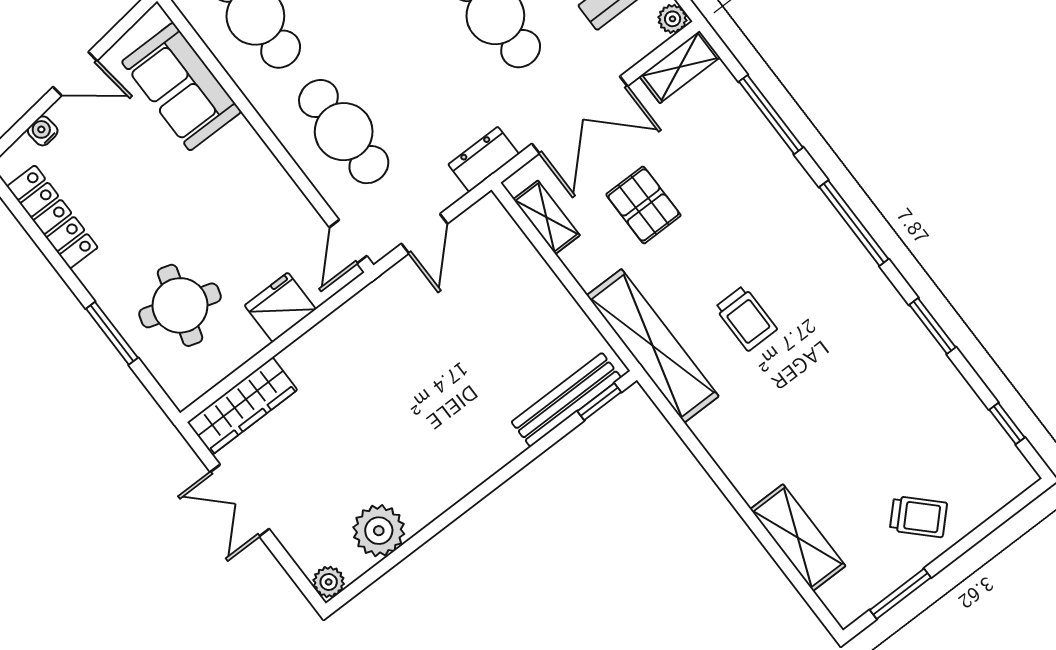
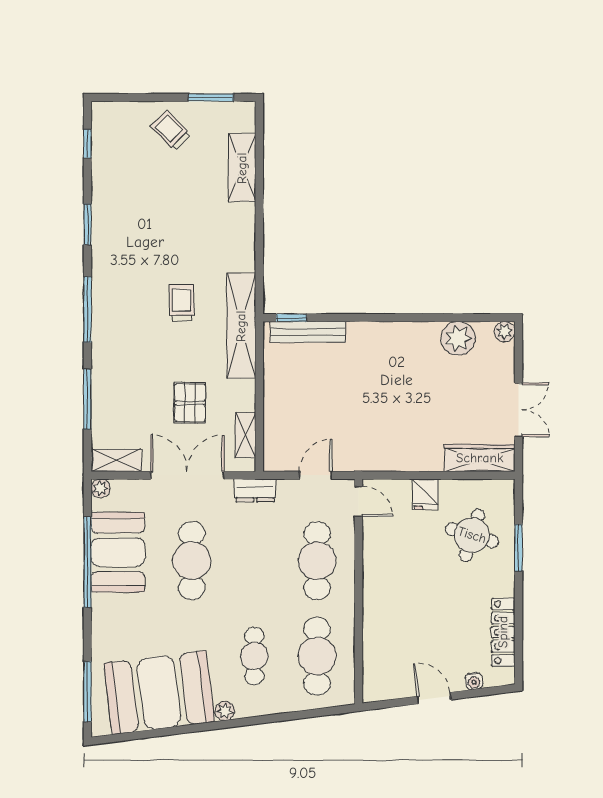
sofa: (182, 87) -> (384, 649), removed
door: (348, 242) -> (359, 501), hinge flipped
fridge: (280, 307) -> (425, 494), width x0.72

